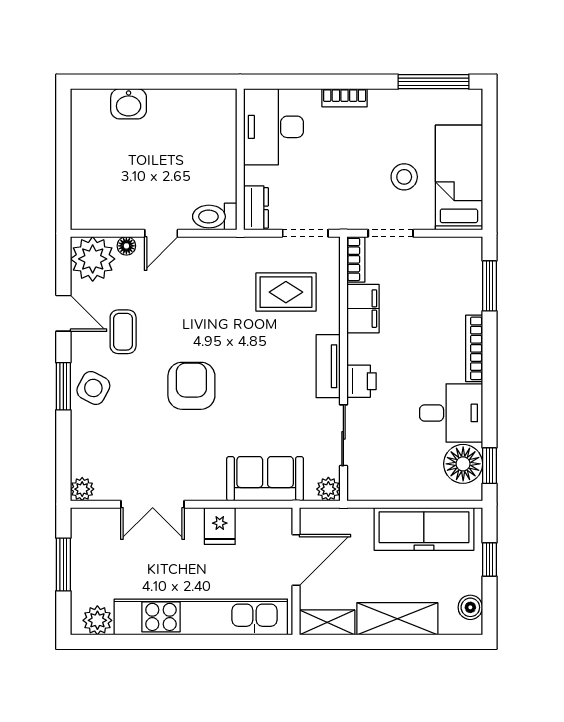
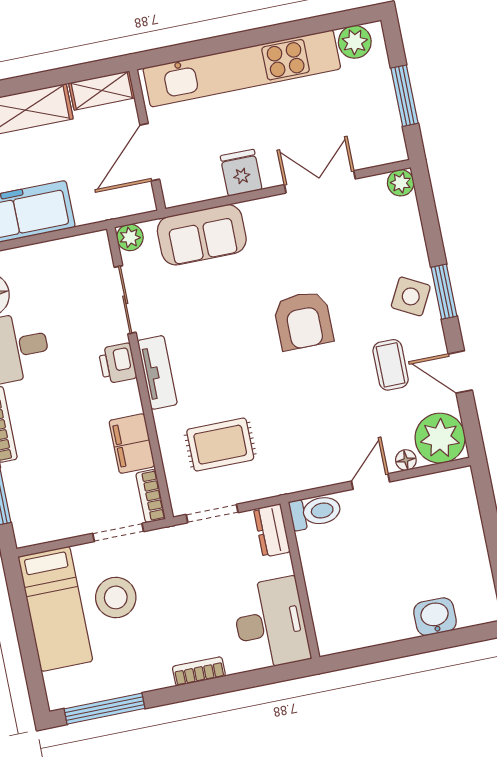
stool: (404, 177) -> (116, 597), width x1.38, depth x1.38

